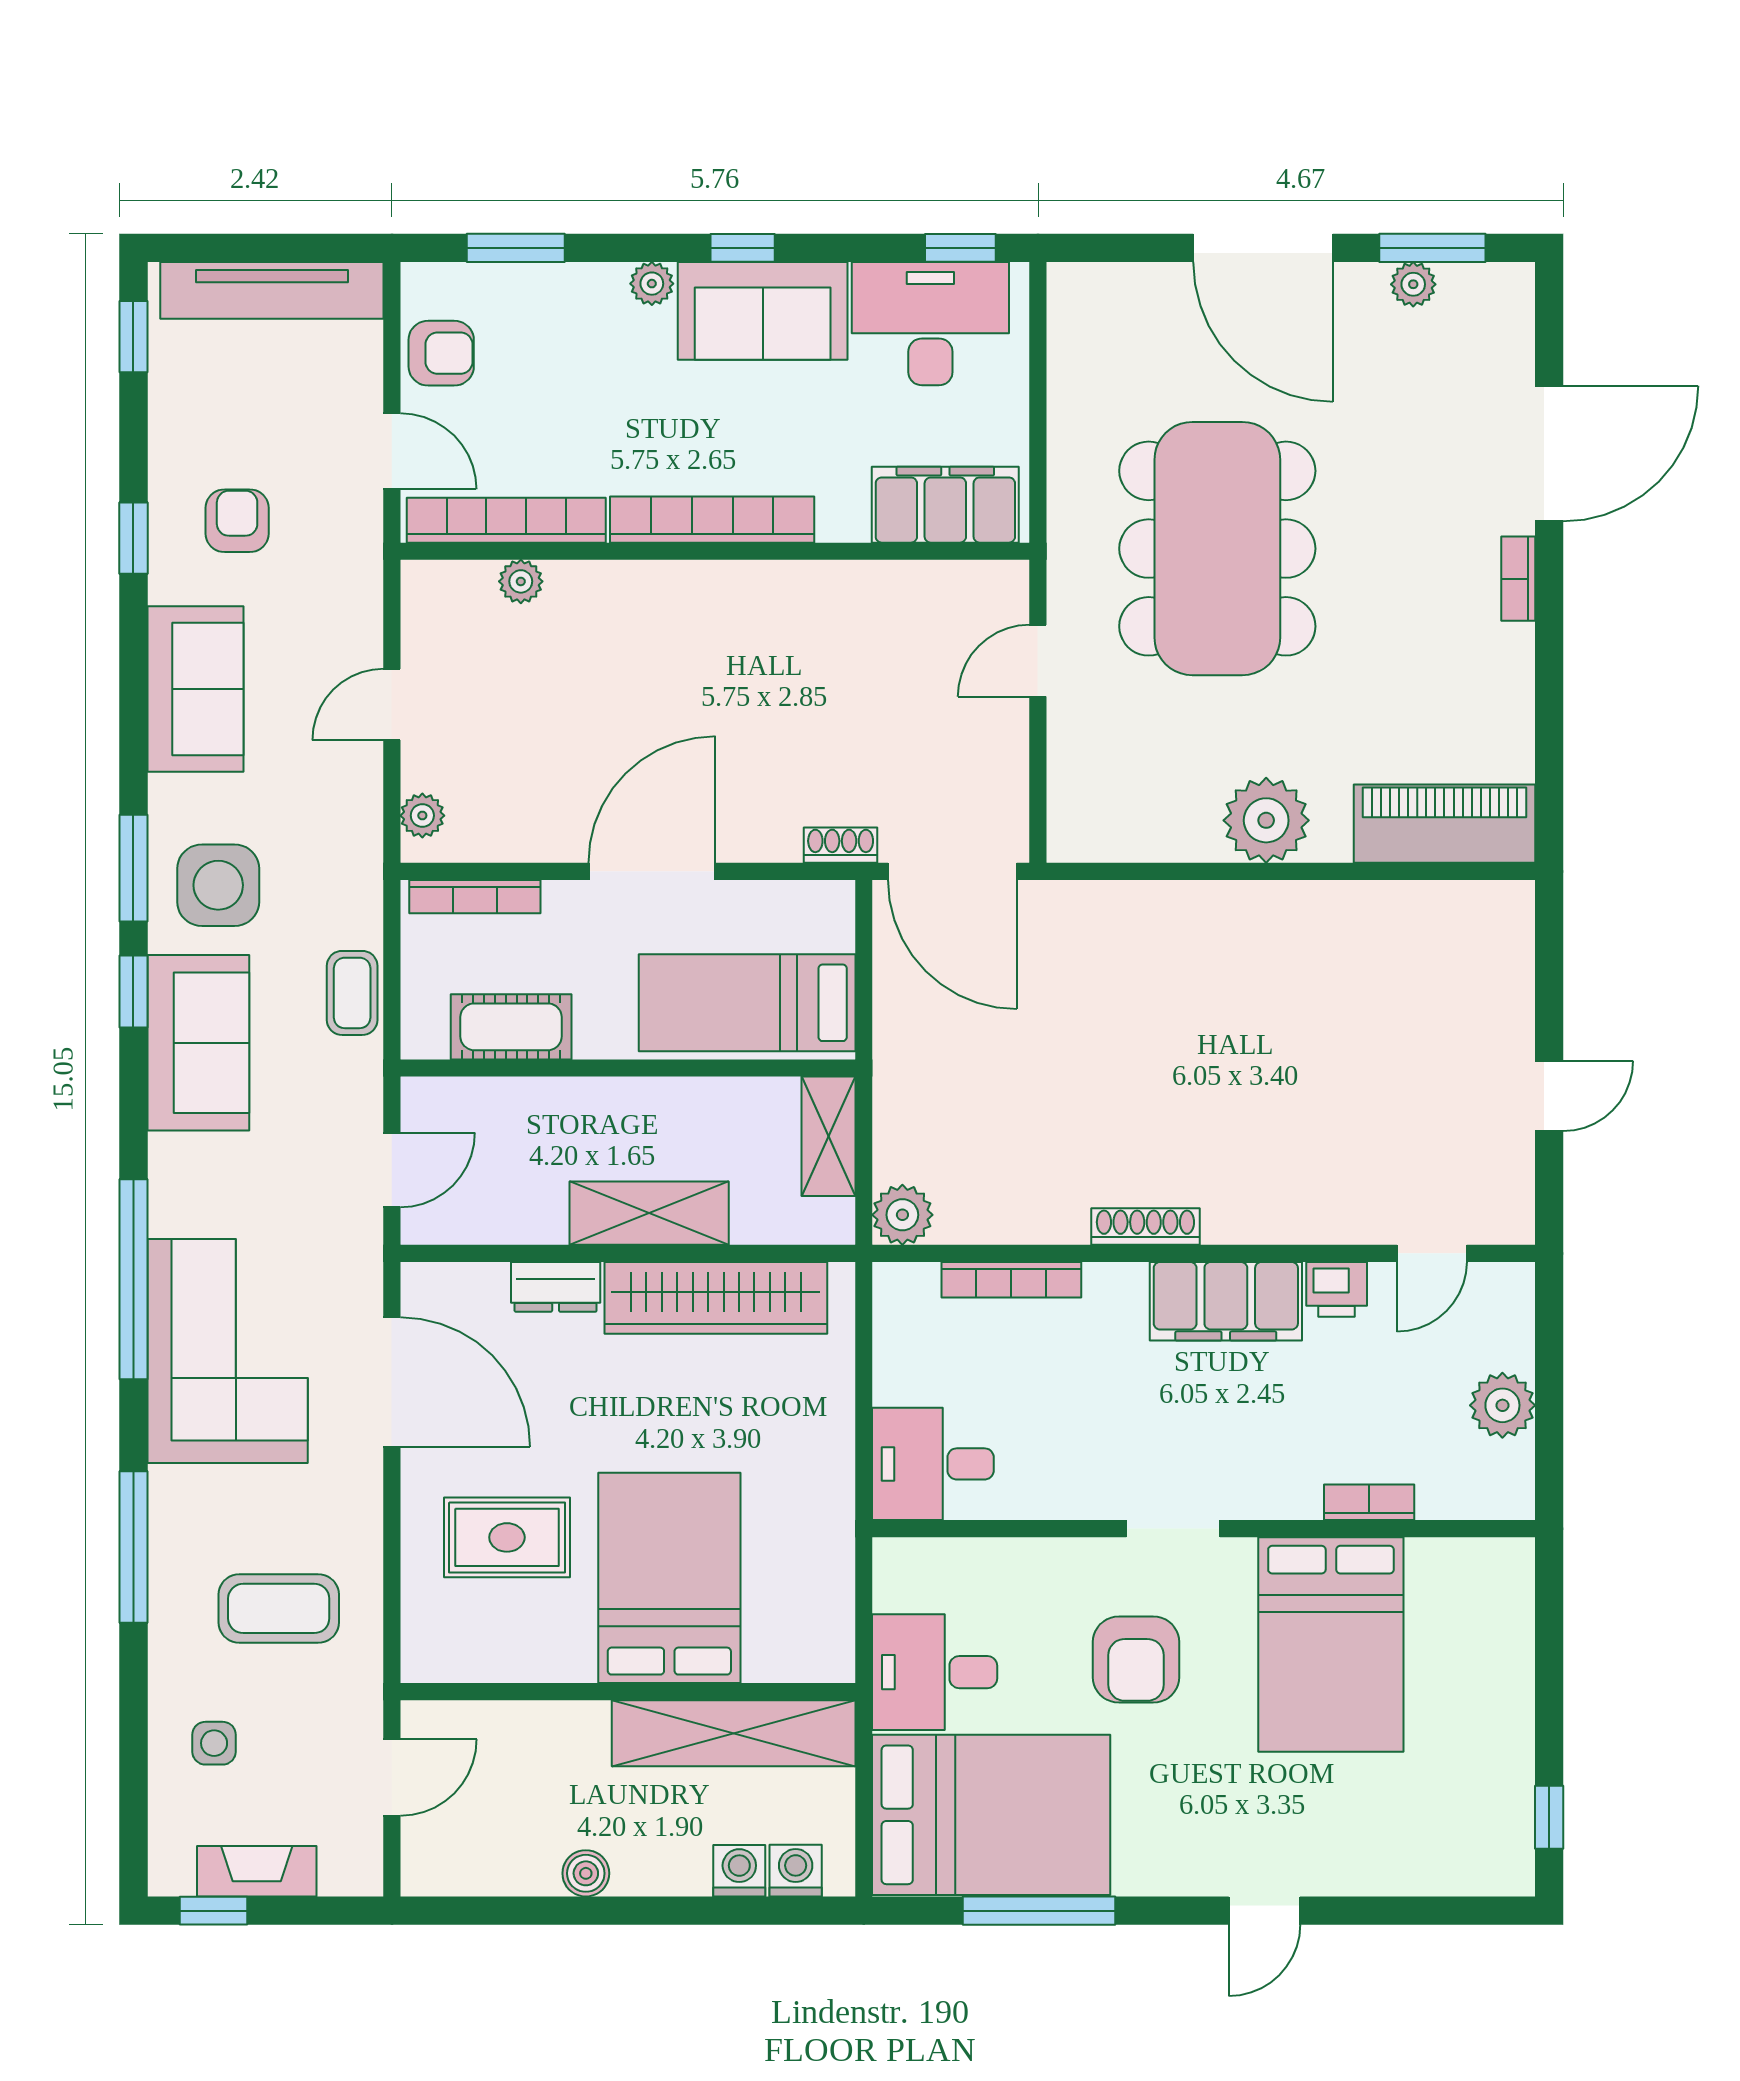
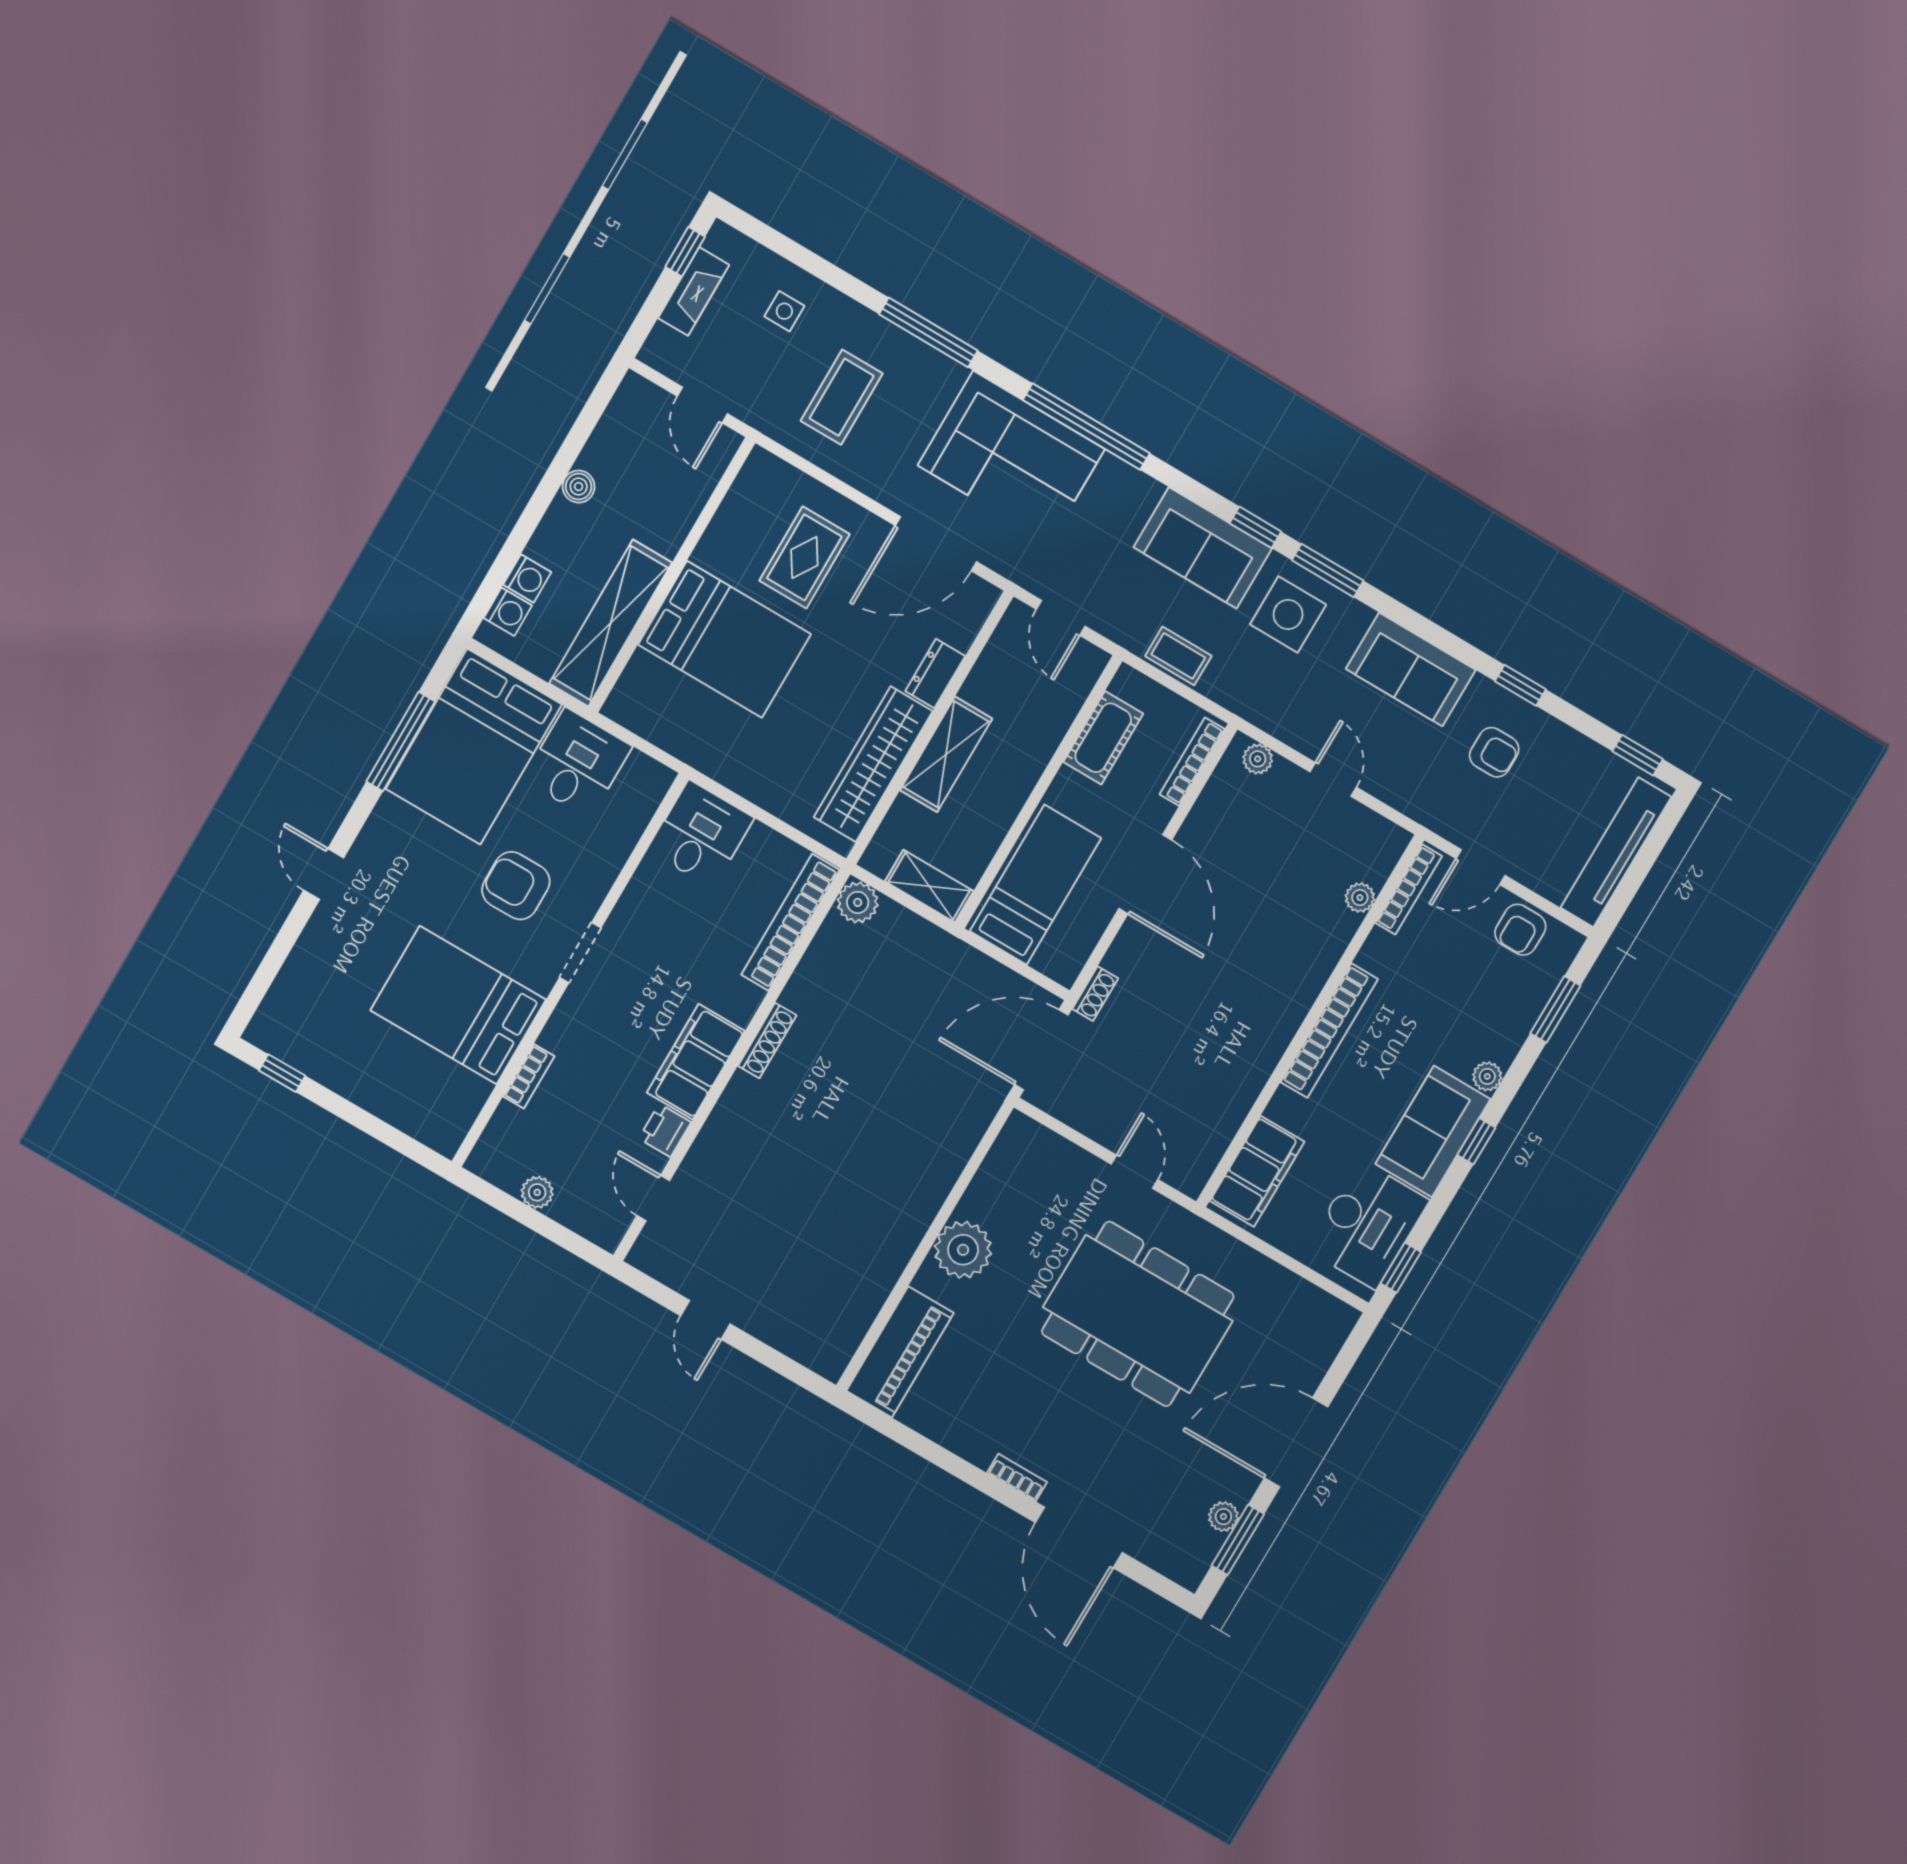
bookcase: (506, 520) -> (1409, 889), width x0.68, depth x0.76
bookcase: (1011, 1280) -> (790, 922), width x1.48, depth x1.31
plant: (1502, 1405) -> (537, 1192), width x0.73, depth x0.73

